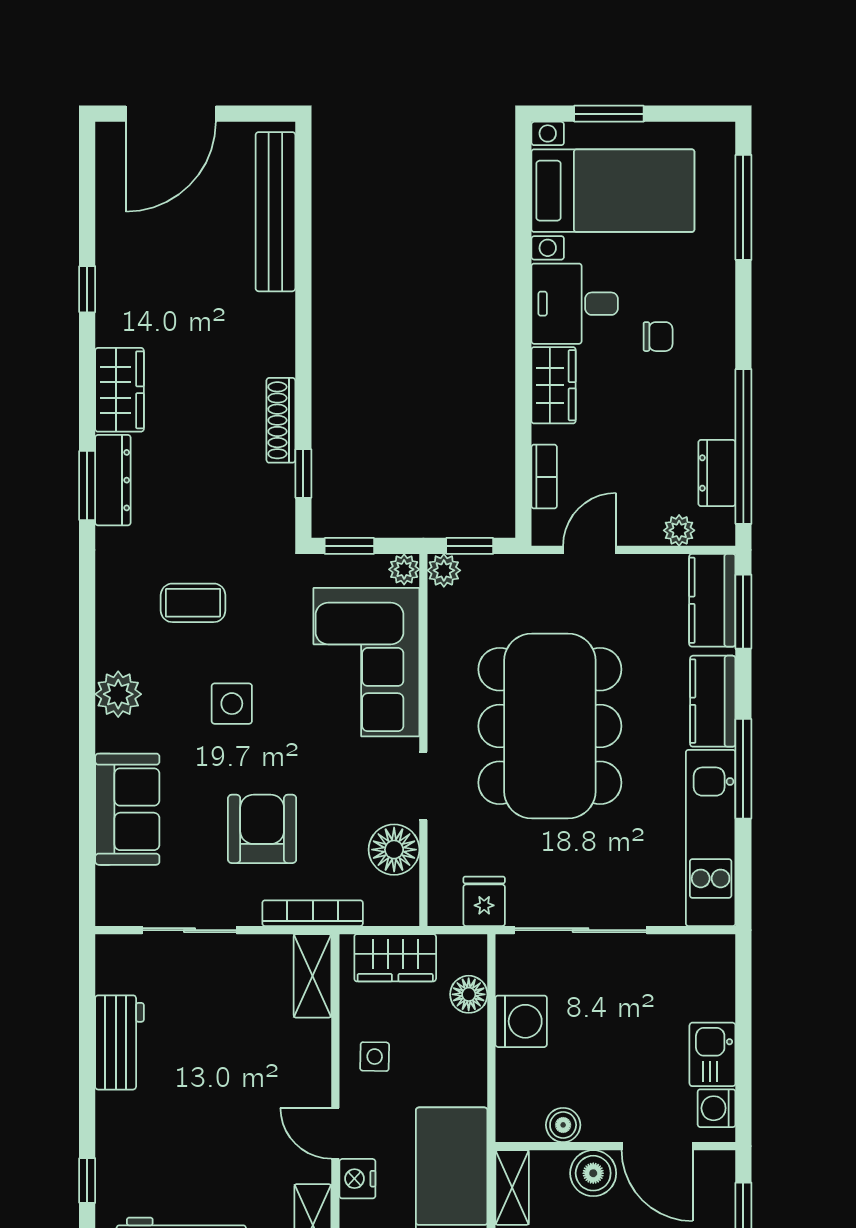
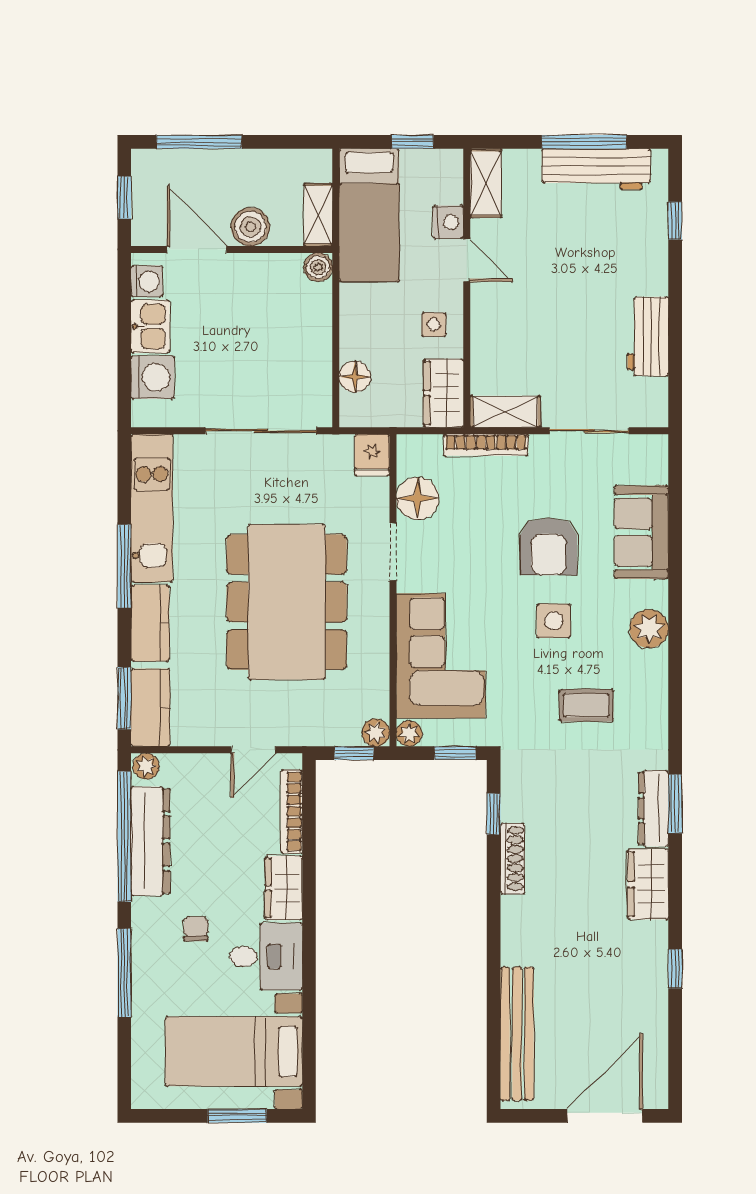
window: (743, 207) -> (124, 973), moved
chair: (658, 337) -> (196, 929), turned 90
dresser: (717, 473) -> (150, 841), width x1.96, depth x1.24
bookcase: (544, 477) -> (292, 811), width x1.56
plant: (679, 530) -> (146, 766), moved
armchair: (262, 829) -> (548, 547), moved
fridge: (484, 901) -> (372, 455), moved
wardrobe: (395, 958) -> (444, 393), moved, turned -90
shelving: (312, 976) -> (505, 412), moved, turned 90
washing machine: (521, 1021) -> (153, 377), moved, turned 180
boiler: (563, 1125) -> (318, 267), moved

